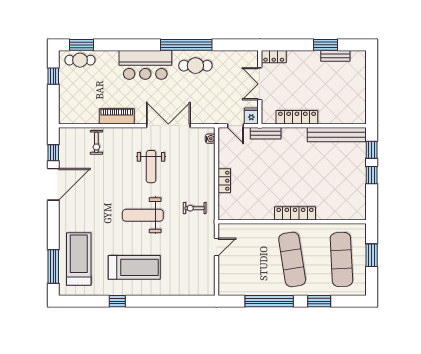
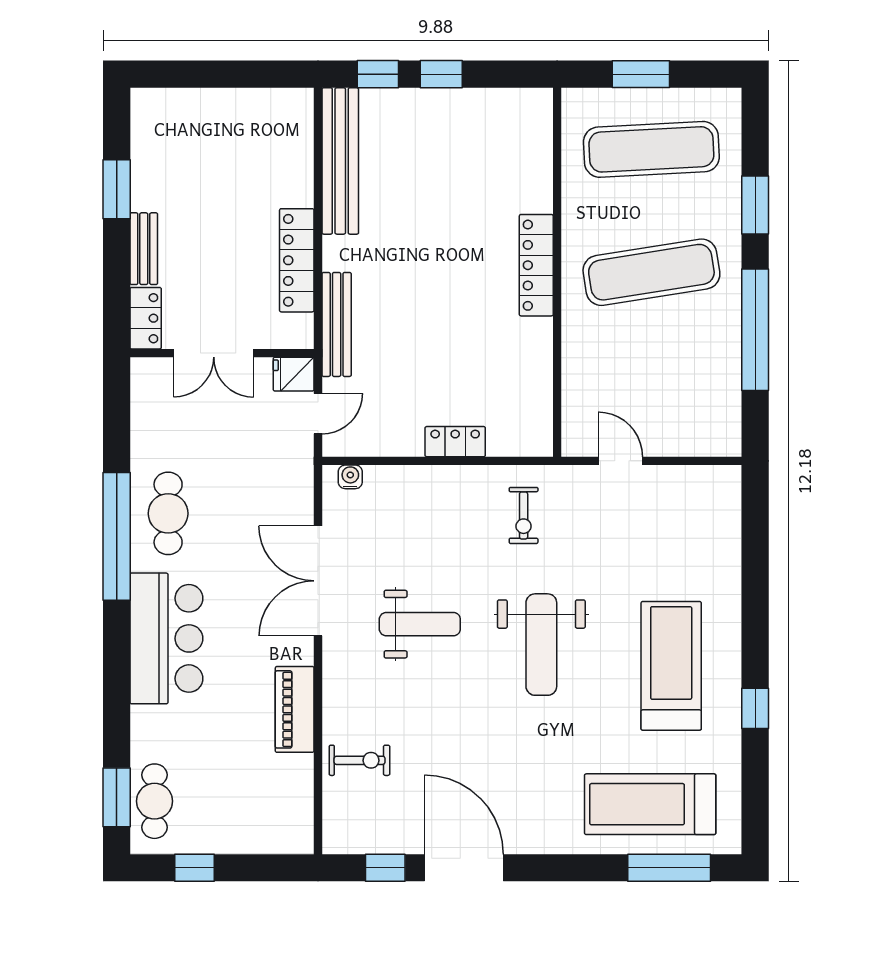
bench: (335, 56) -> (144, 249), moved
bench: (266, 133) -> (337, 324), width x1.36

